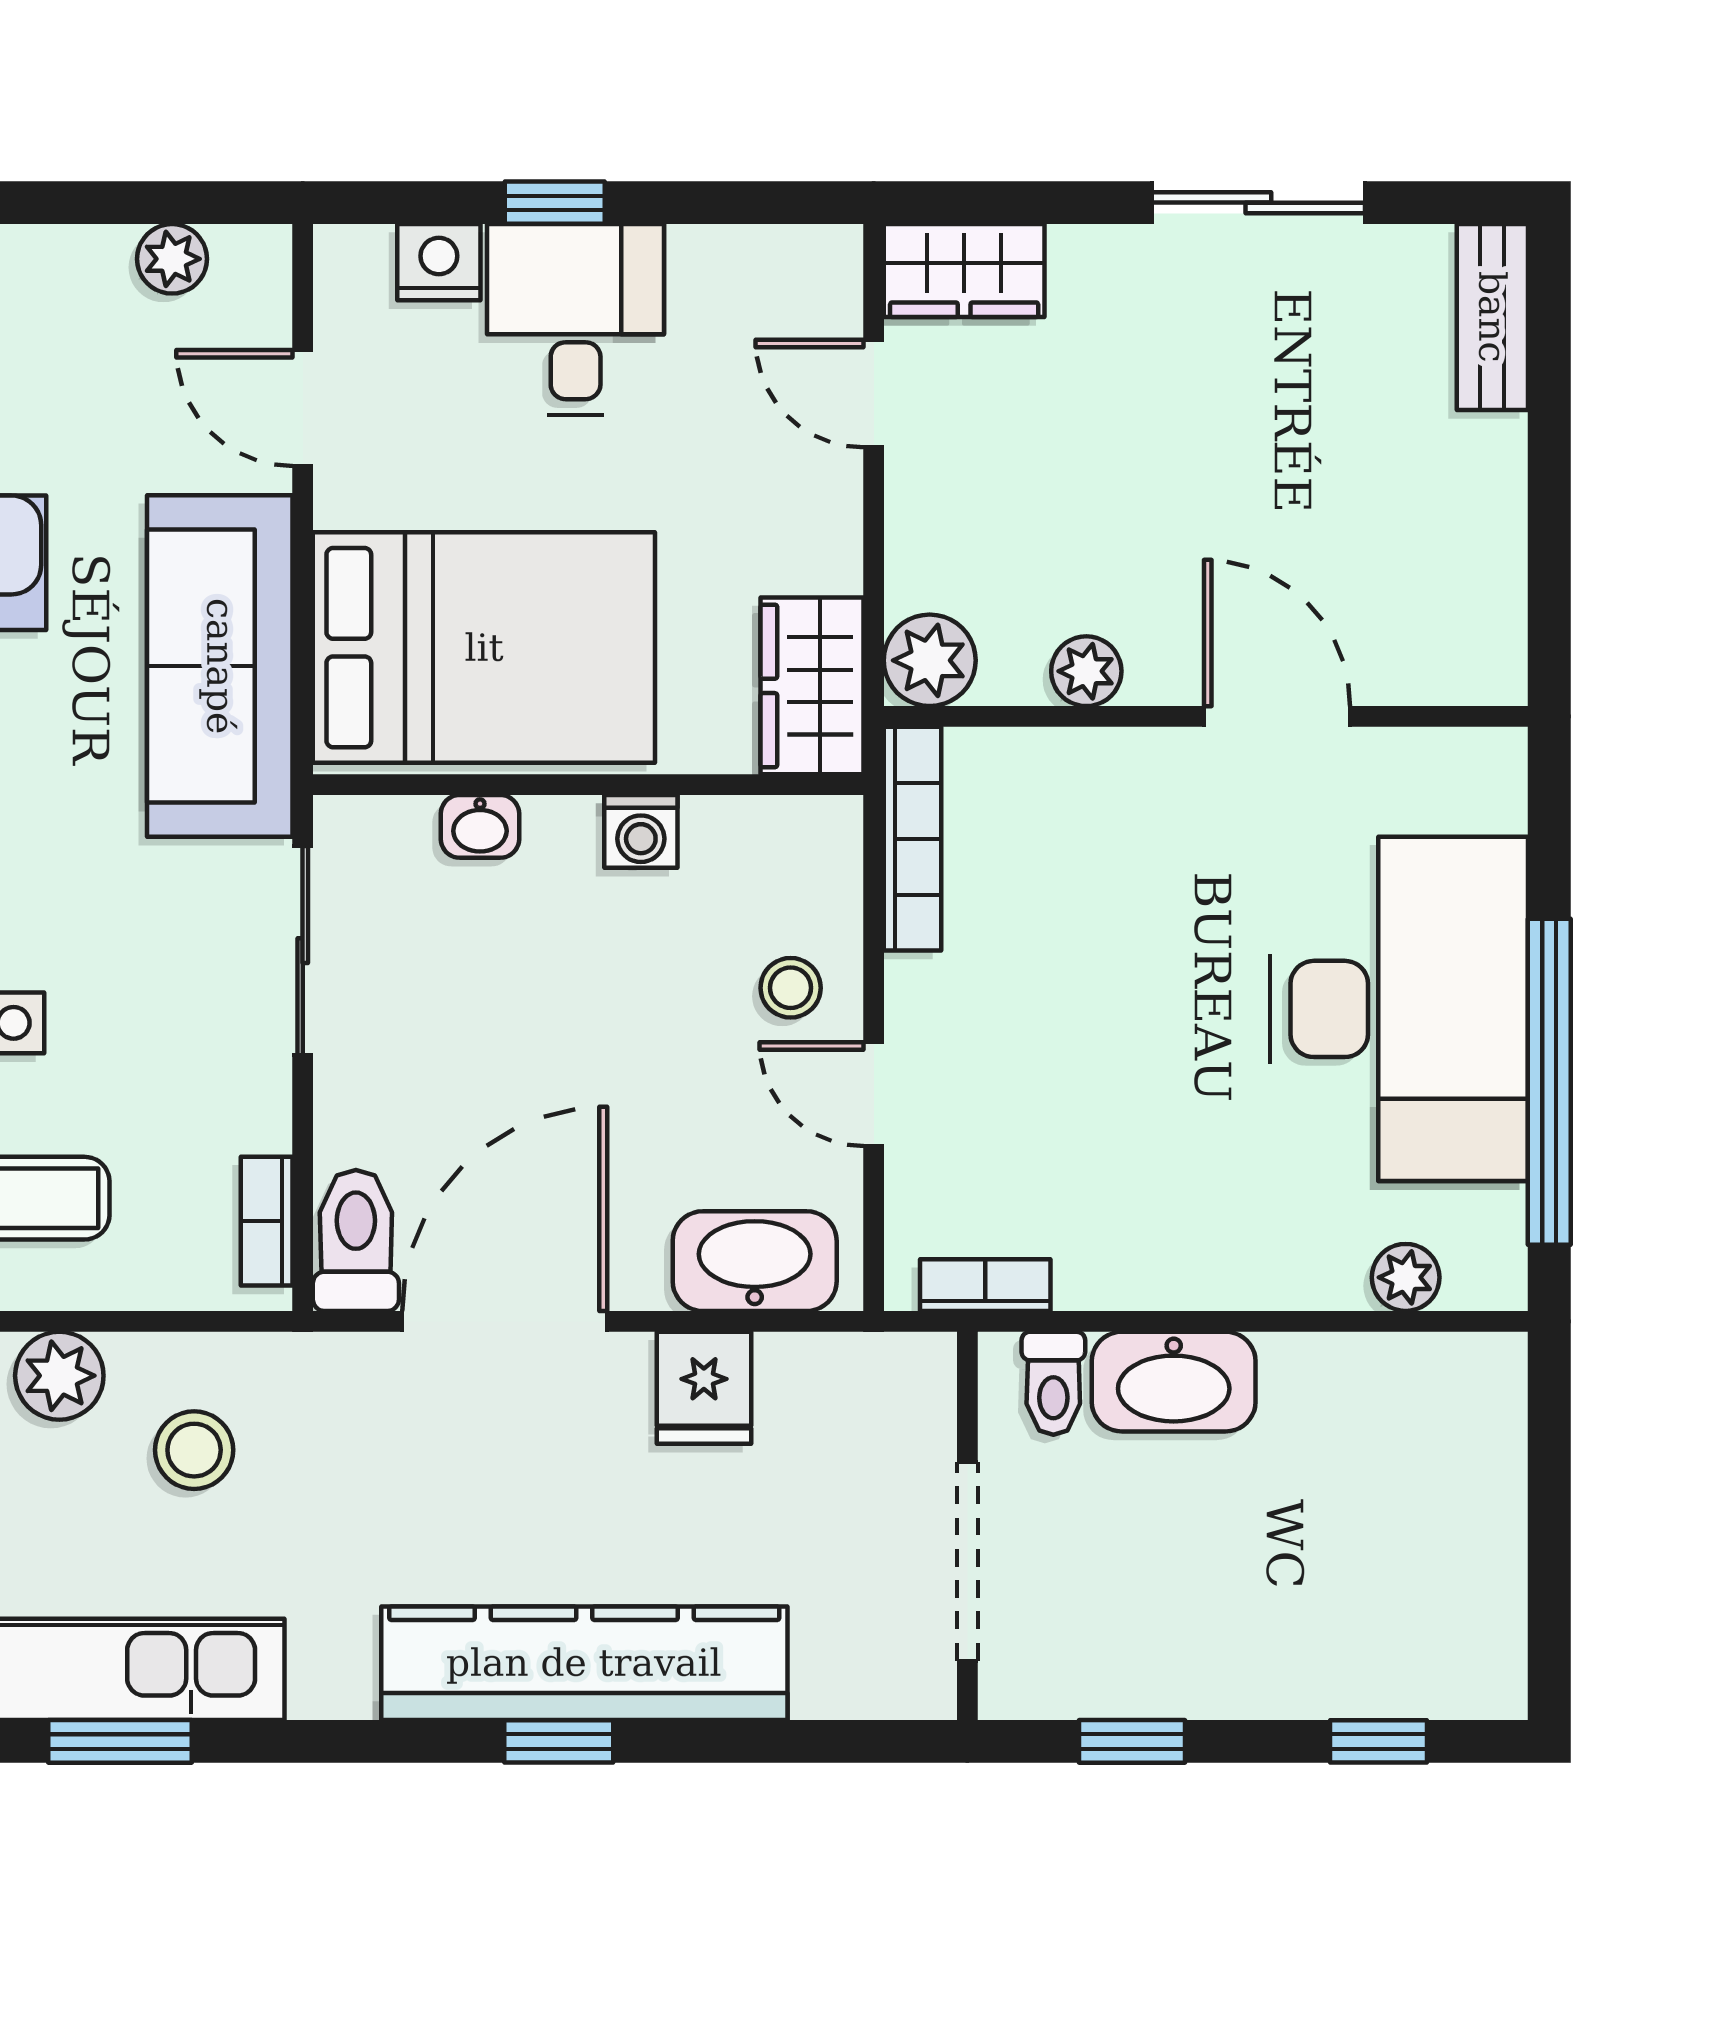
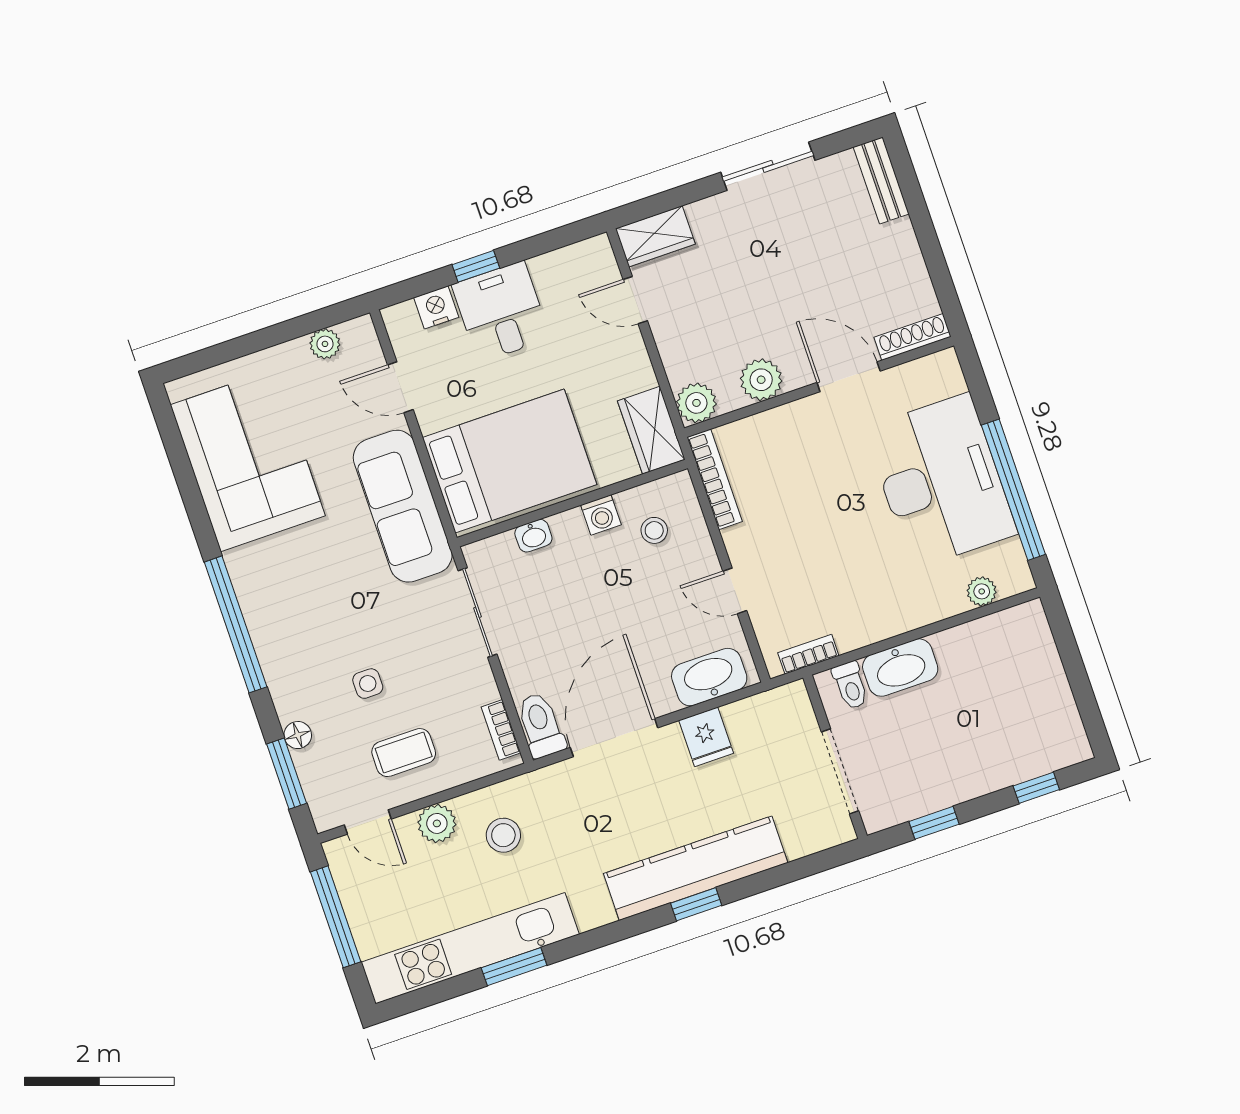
plant: (1086, 671) -> (761, 380), width x1.38, depth x1.38
shoe rack: (1445, 678) -> (913, 337), added
stool: (791, 988) -> (654, 530), moved

